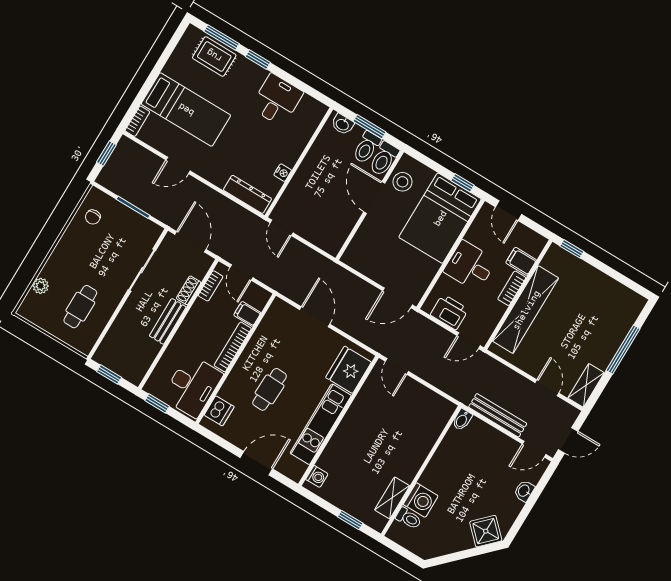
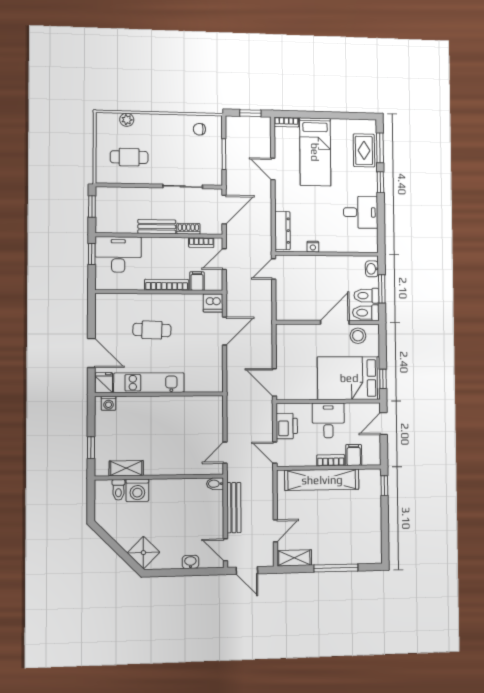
door: (397, 366) -> (225, 453), moved
fridge: (349, 370) -> (104, 383), moved, width x0.53, depth x0.75
desk: (192, 386) -> (118, 254), moved, turned 180
dishwasher: (219, 411) -> (213, 303), moved

